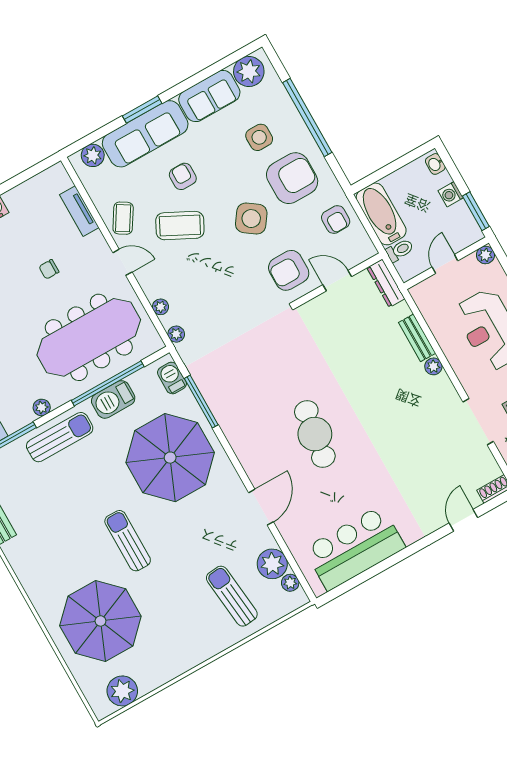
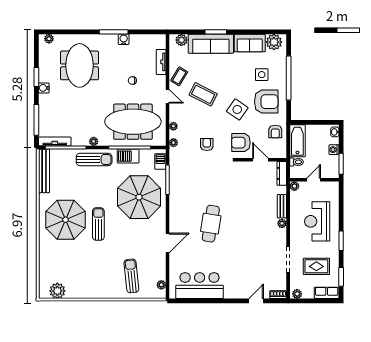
armchair: (183, 176) -> (207, 144), moved
plant: (485, 255) -> (294, 186), moved
plant: (272, 564) -> (158, 272), removed
parasol: (100, 621) -> (65, 220), moved

